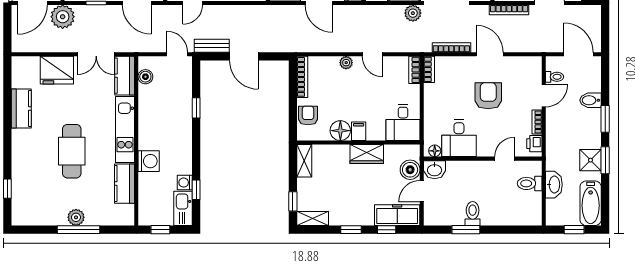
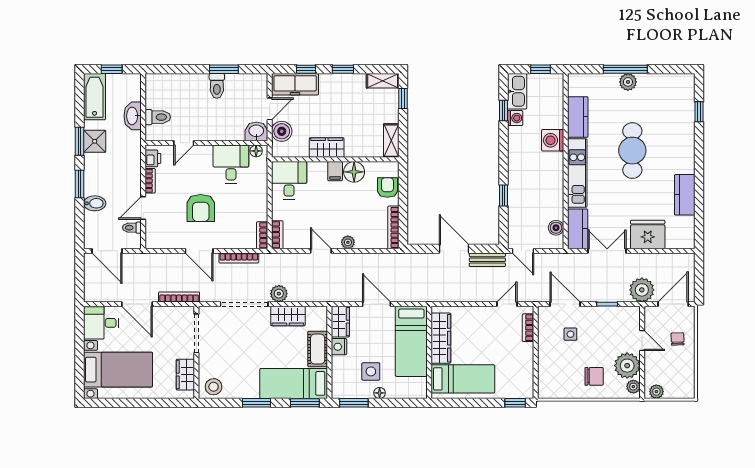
armchair: (308, 116) -> (387, 188), turned 180

